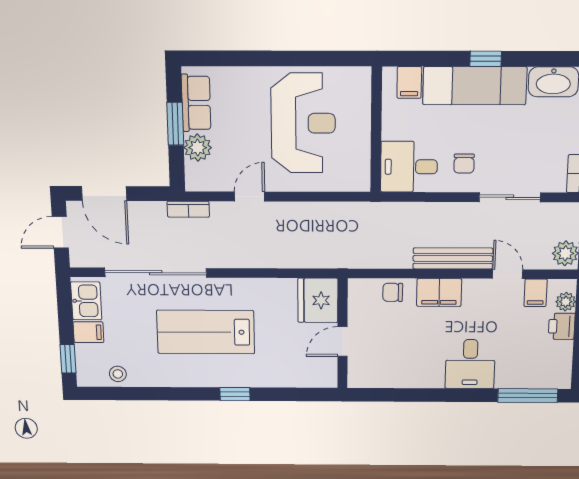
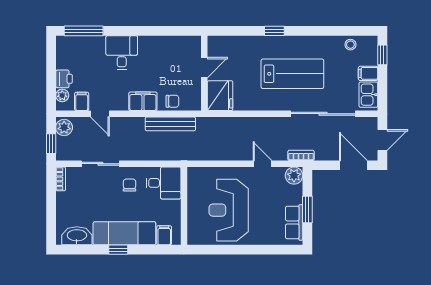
plant: (198, 148) -> (294, 176), moved
door: (250, 196) -> (262, 164), swing flipped
bench: (453, 258) -> (170, 124), moved

